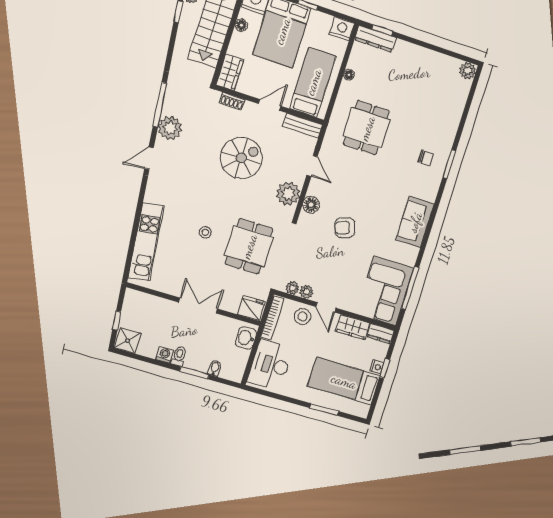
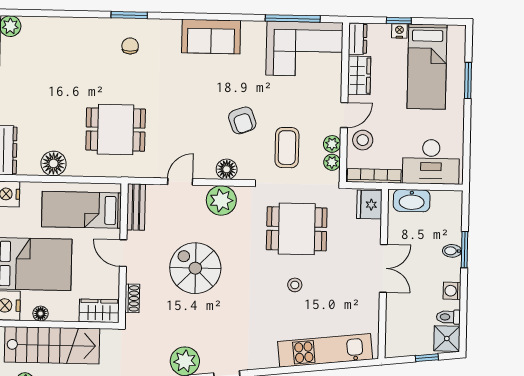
floor lamp: (349, 75) -> (54, 163), width x1.89, depth x1.89
coffee table: (314, 256) -> (287, 148), added
double door: (198, 305) -> (383, 268), swing flipped
washbasin: (246, 338) -> (412, 201), width x1.38
toilet: (179, 356) -> (448, 317), moved
bidet: (215, 368) -> (452, 251), moved

